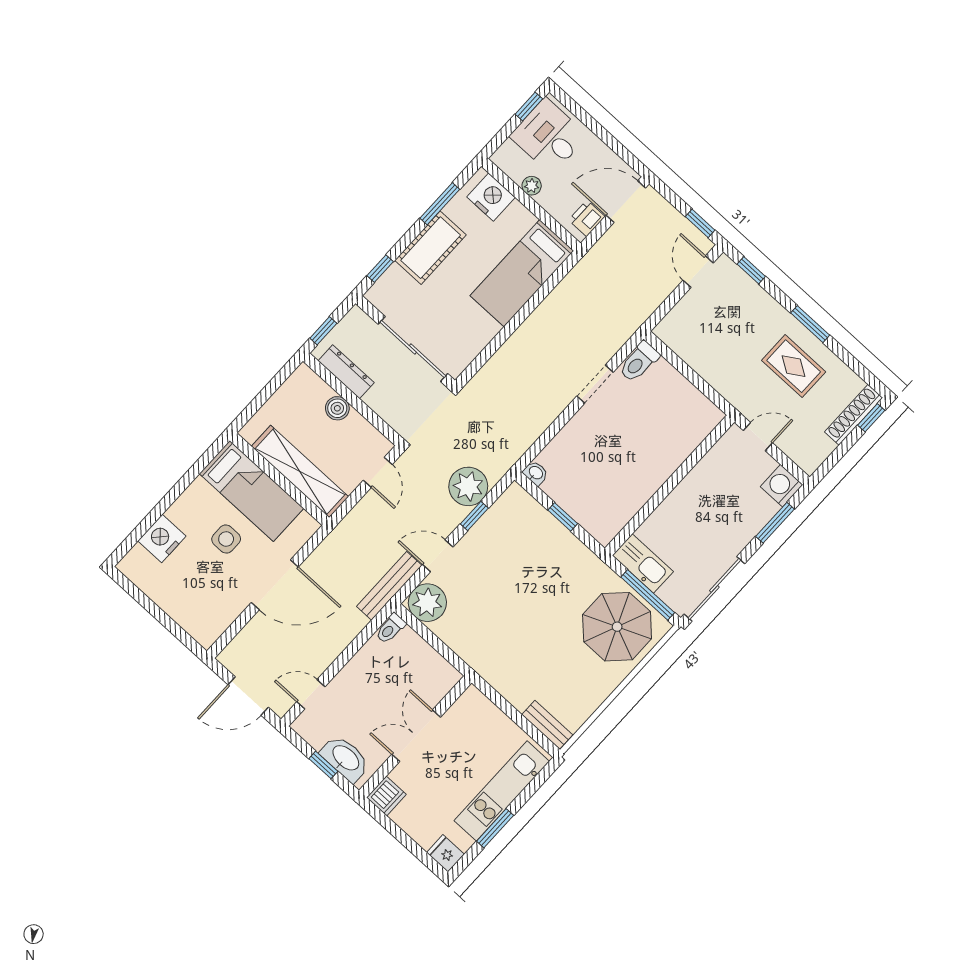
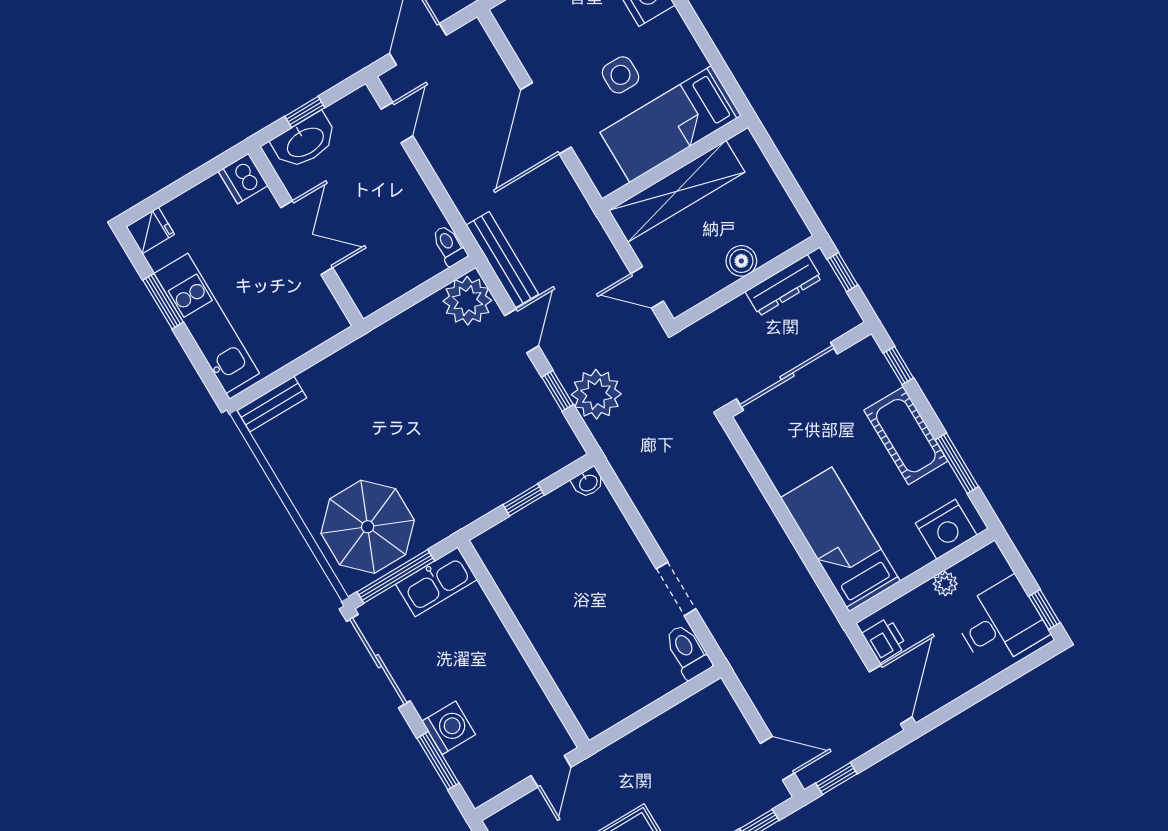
washing machine: (782, 486) -> (449, 728), moved

